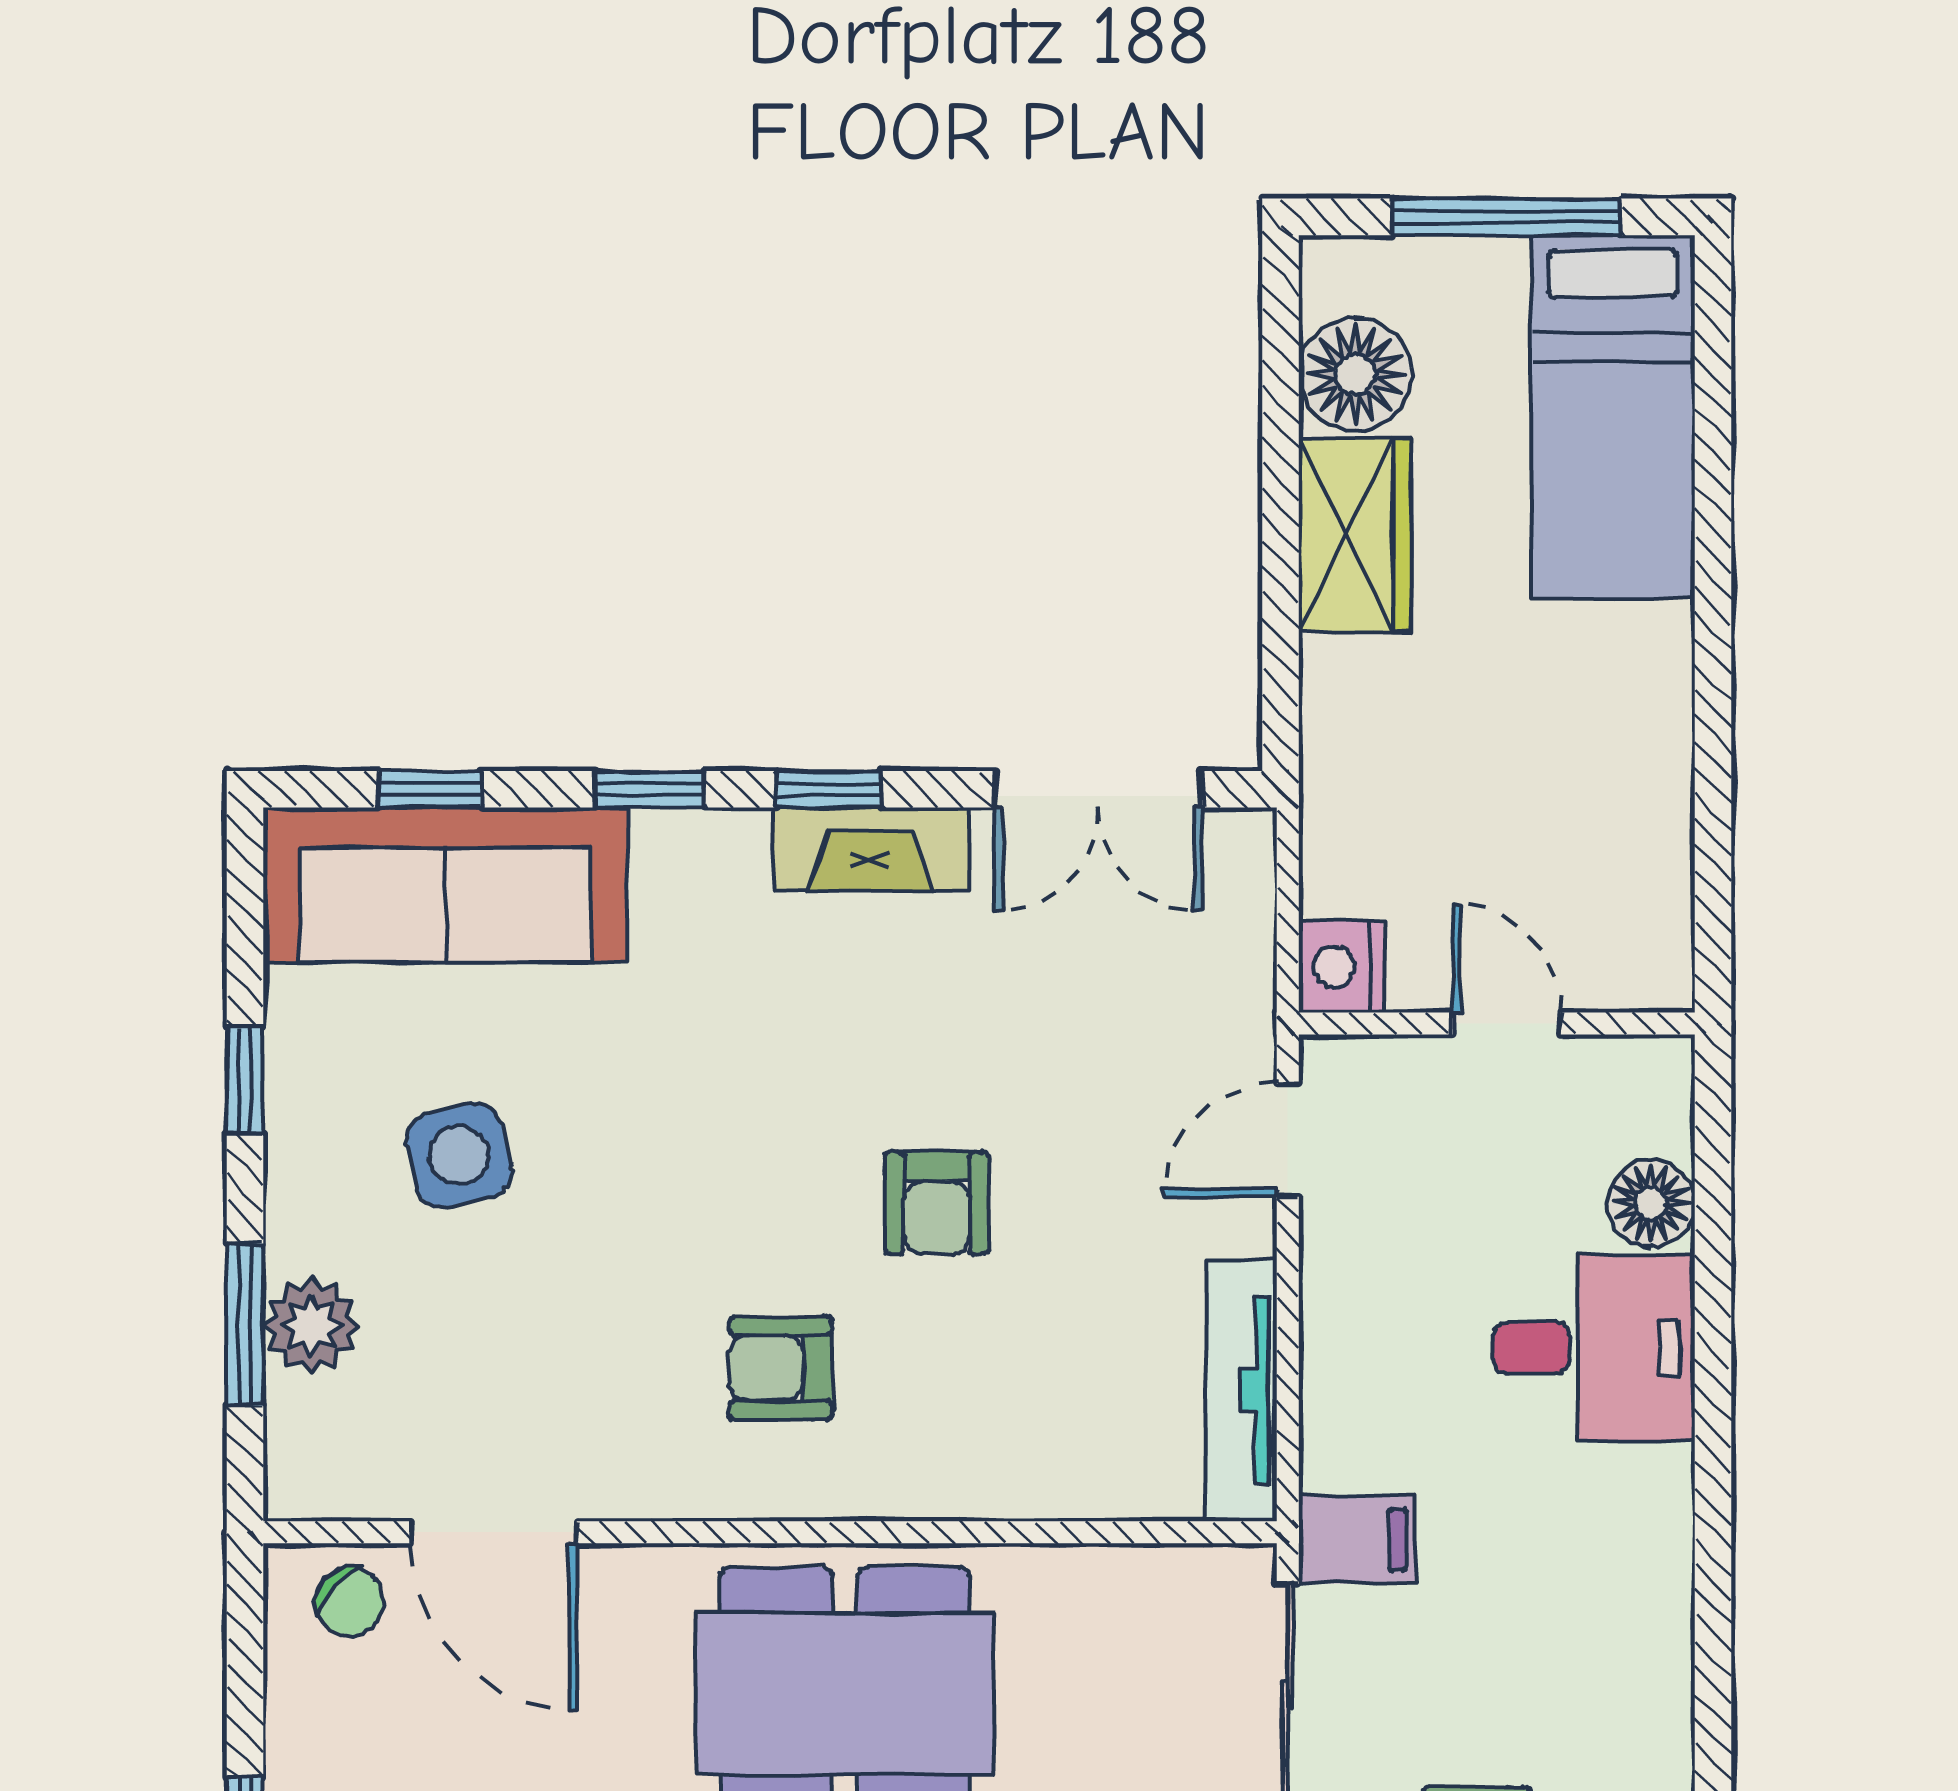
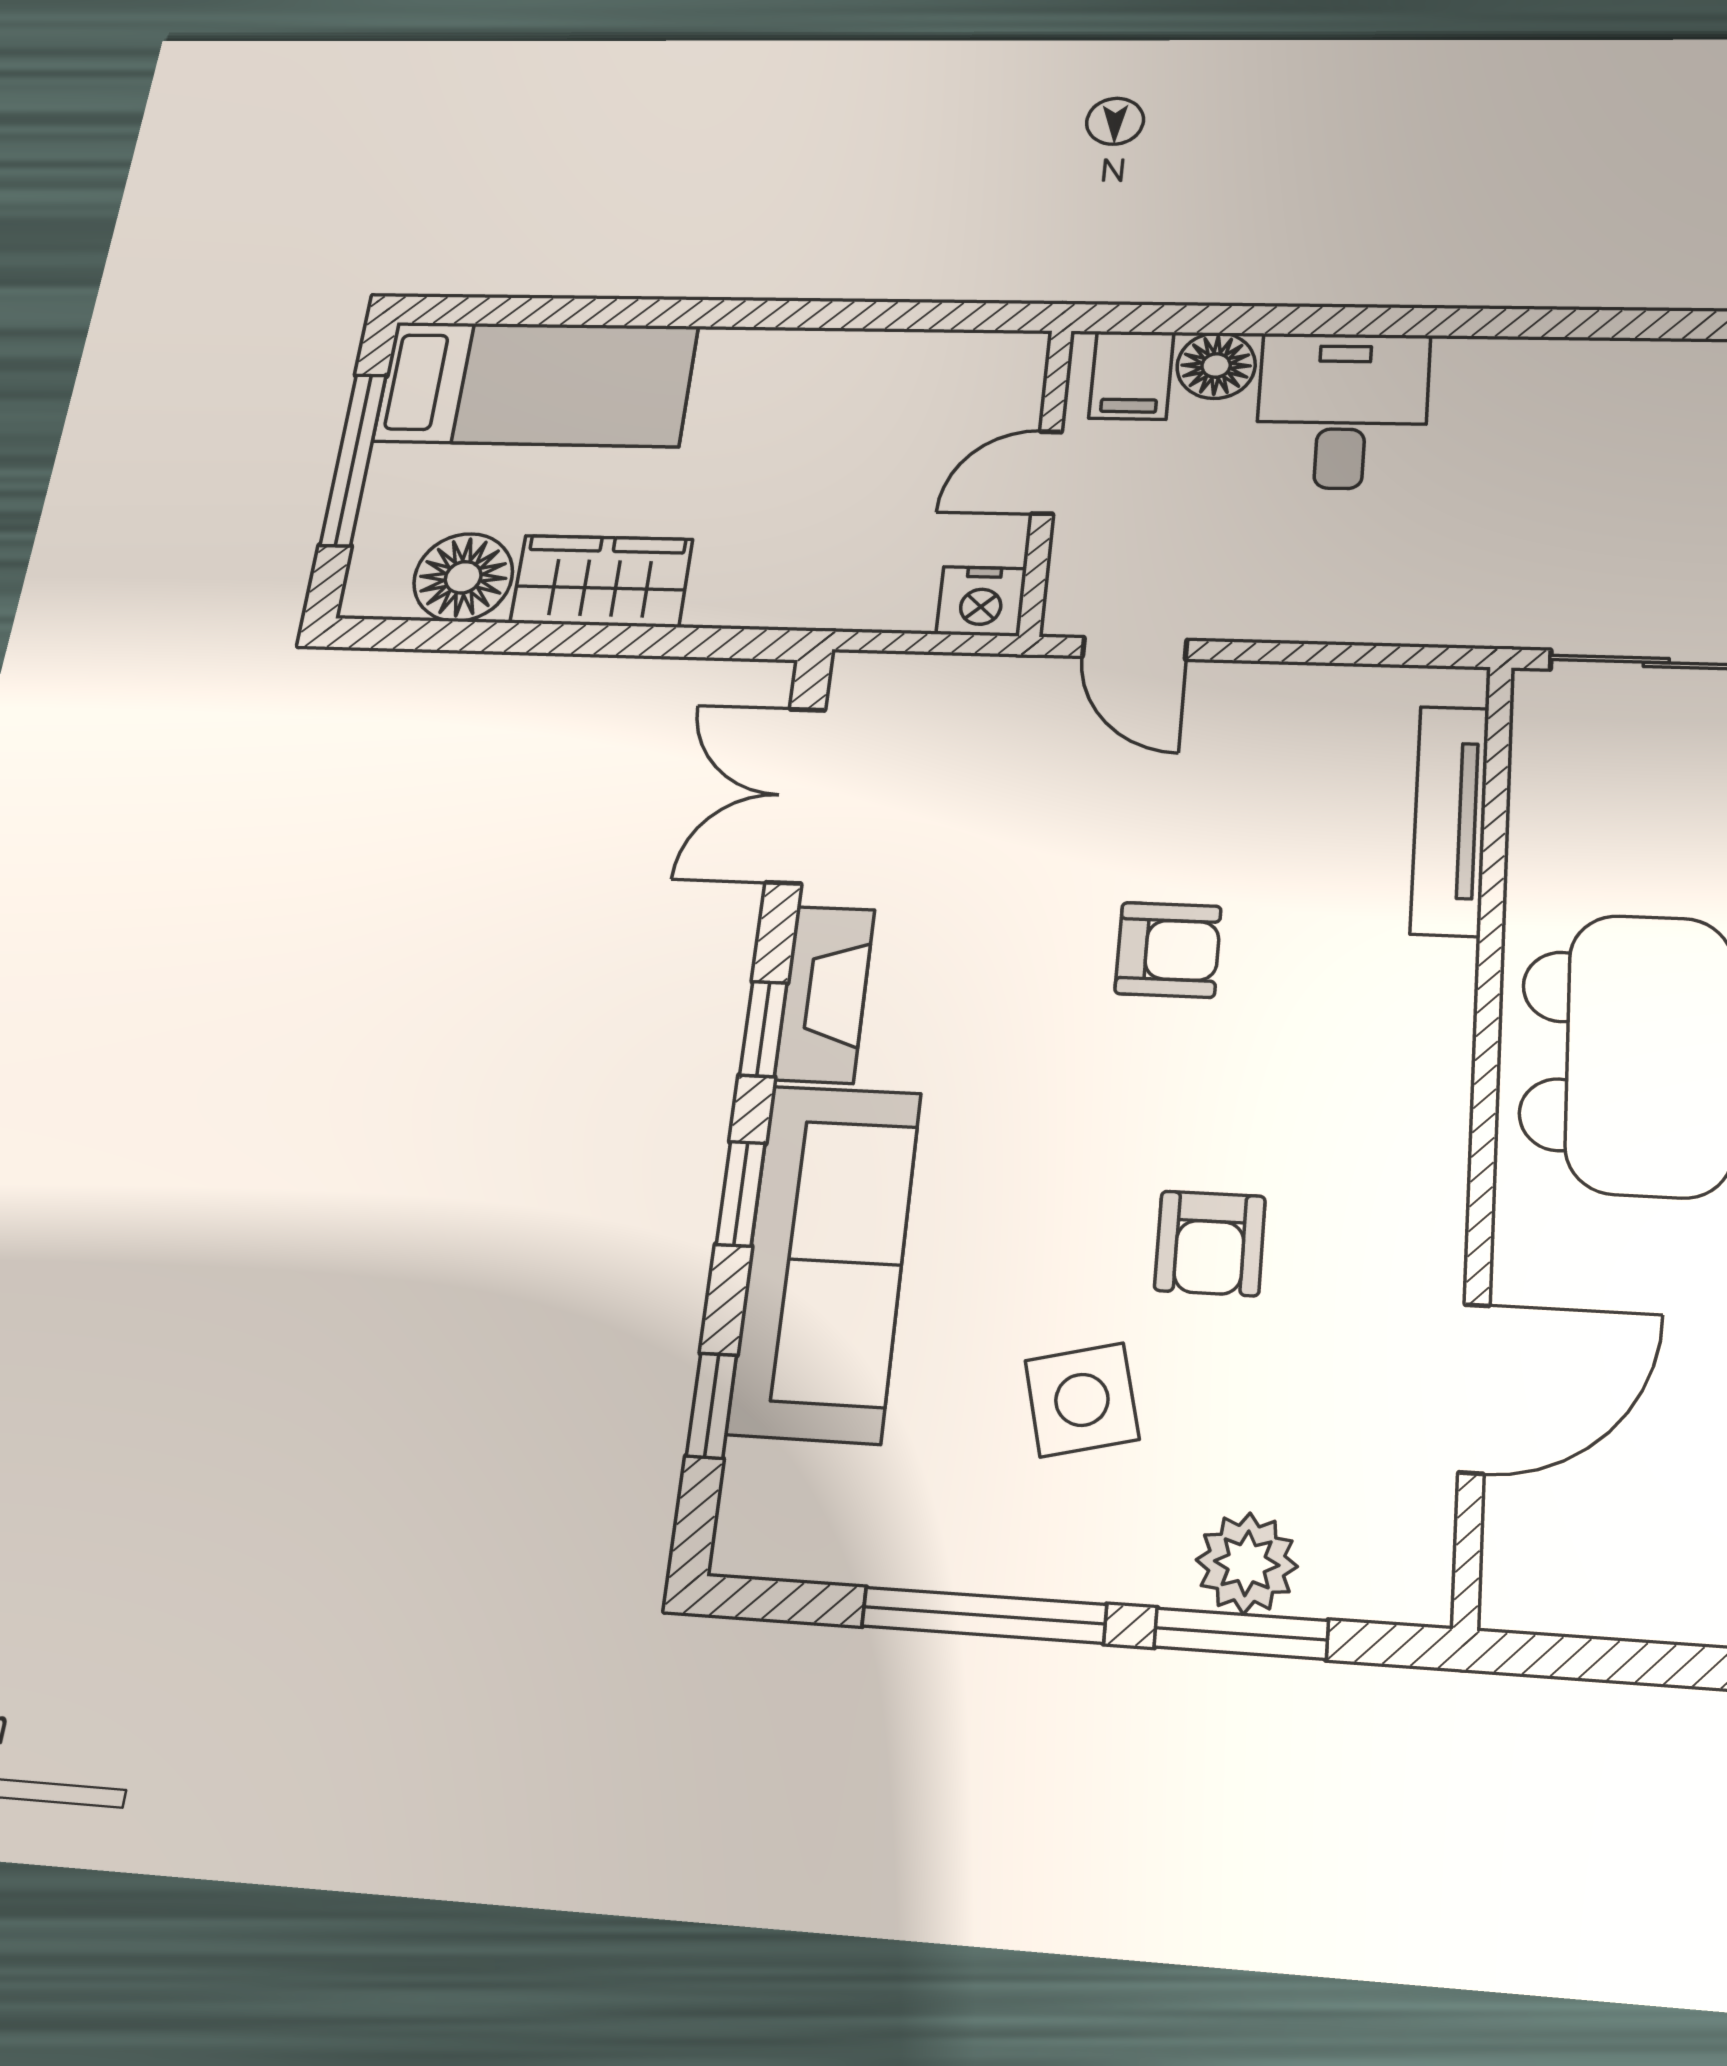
double door: (1098, 789) -> (796, 795), swing flipped
sofa: (445, 885) -> (825, 1261), moved
window: (245, 1080) -> (984, 1615), width x2.17
armchair: (781, 1368) -> (1210, 1243), moved
tv unit: (1241, 1390) -> (1450, 820), moved, turned 90
filing cabinet: (1357, 1540) -> (1131, 375), moved, turned 180
chair: (350, 1601) -> (1543, 1542), removed

